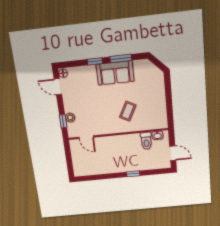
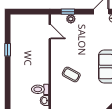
door: (86, 137) -> (50, 32), swing flipped
window: (133, 174) -> (8, 50), moved

